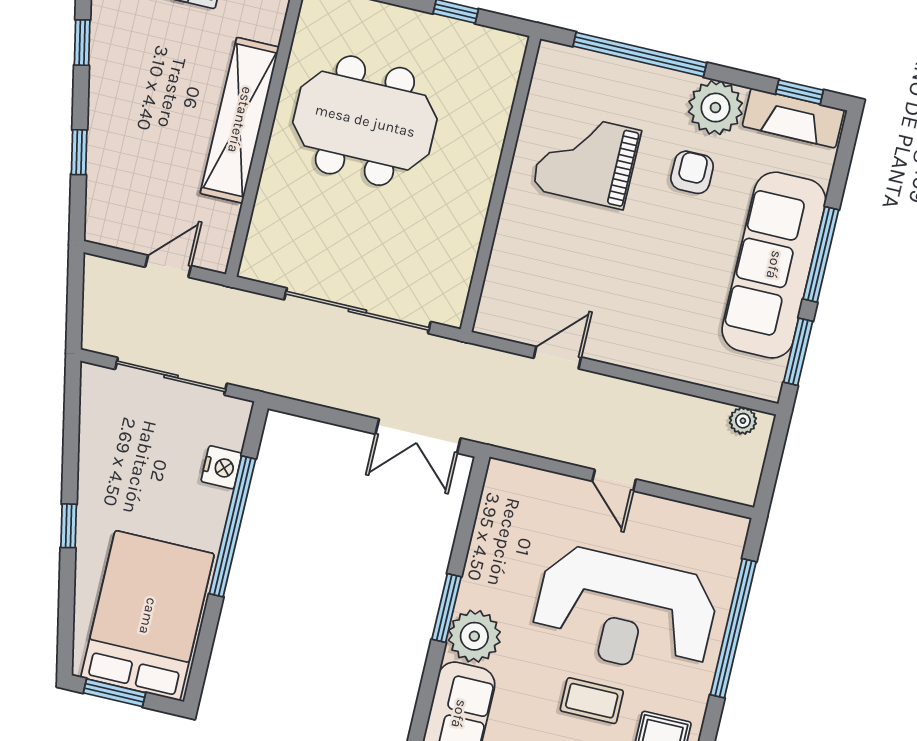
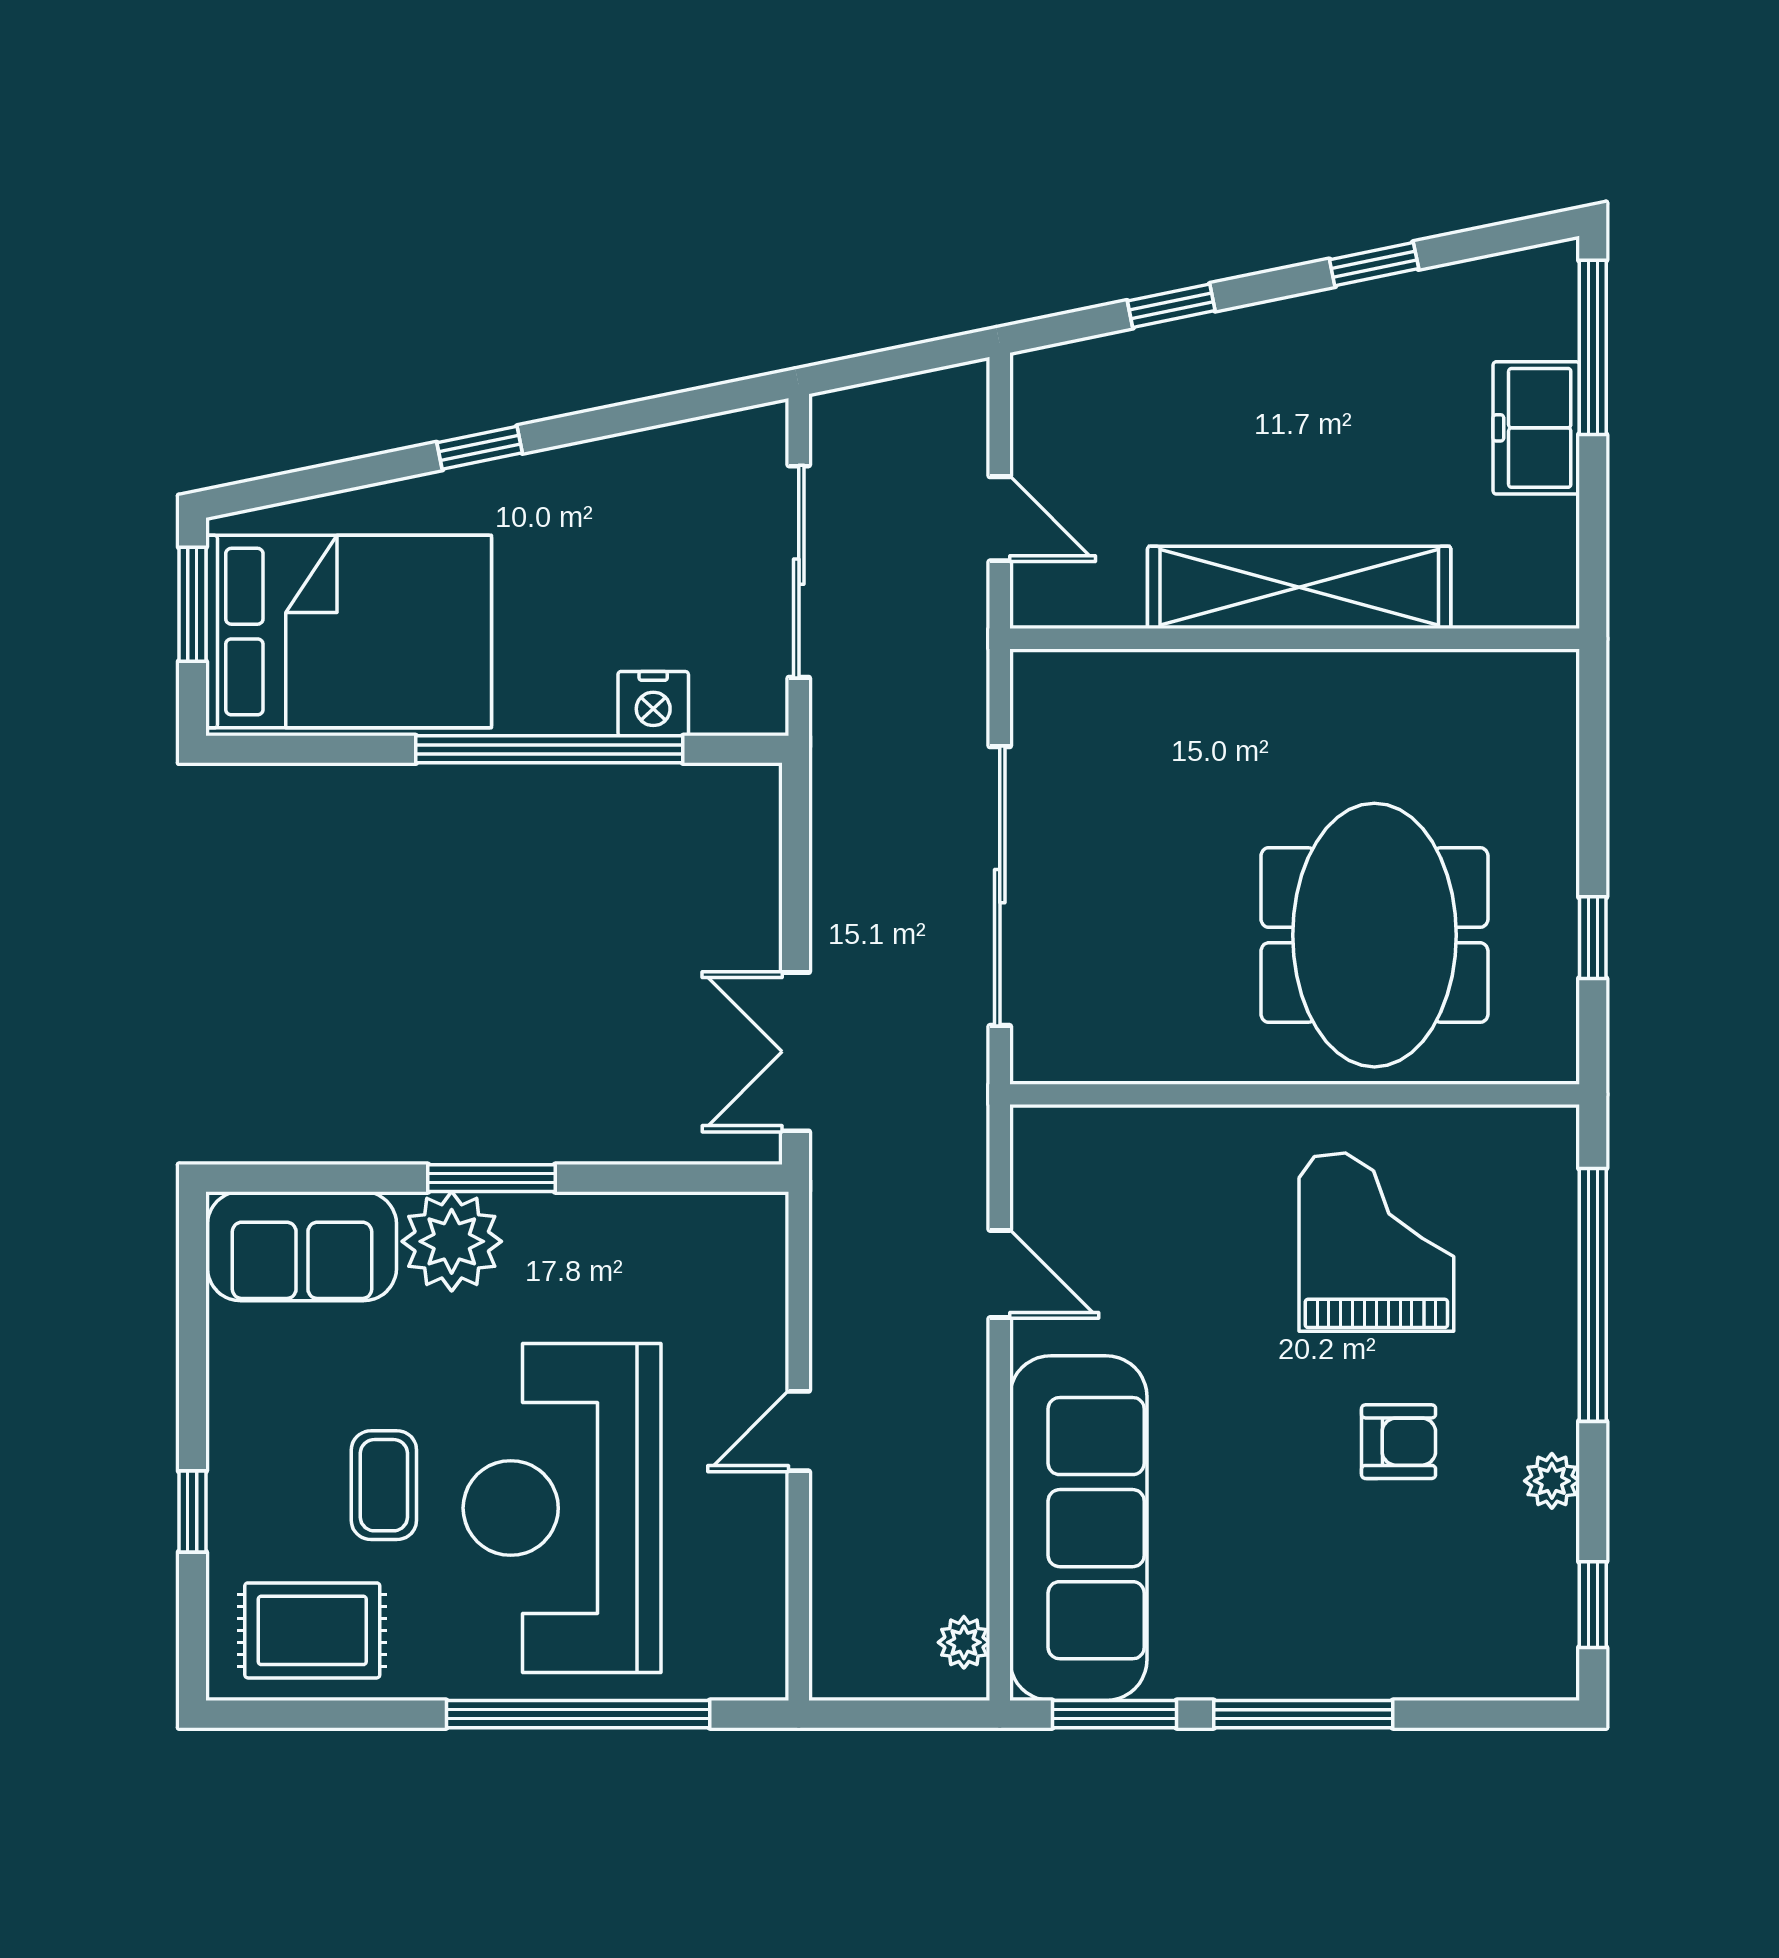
plant: (715, 108) -> (1552, 1481), width x0.53, depth x0.53
fireplace: (793, 118) -> (1542, 1604), removed
meeting table: (365, 121) -> (1374, 935), moved
sofa: (774, 265) -> (1078, 1528), moved, turned 90

